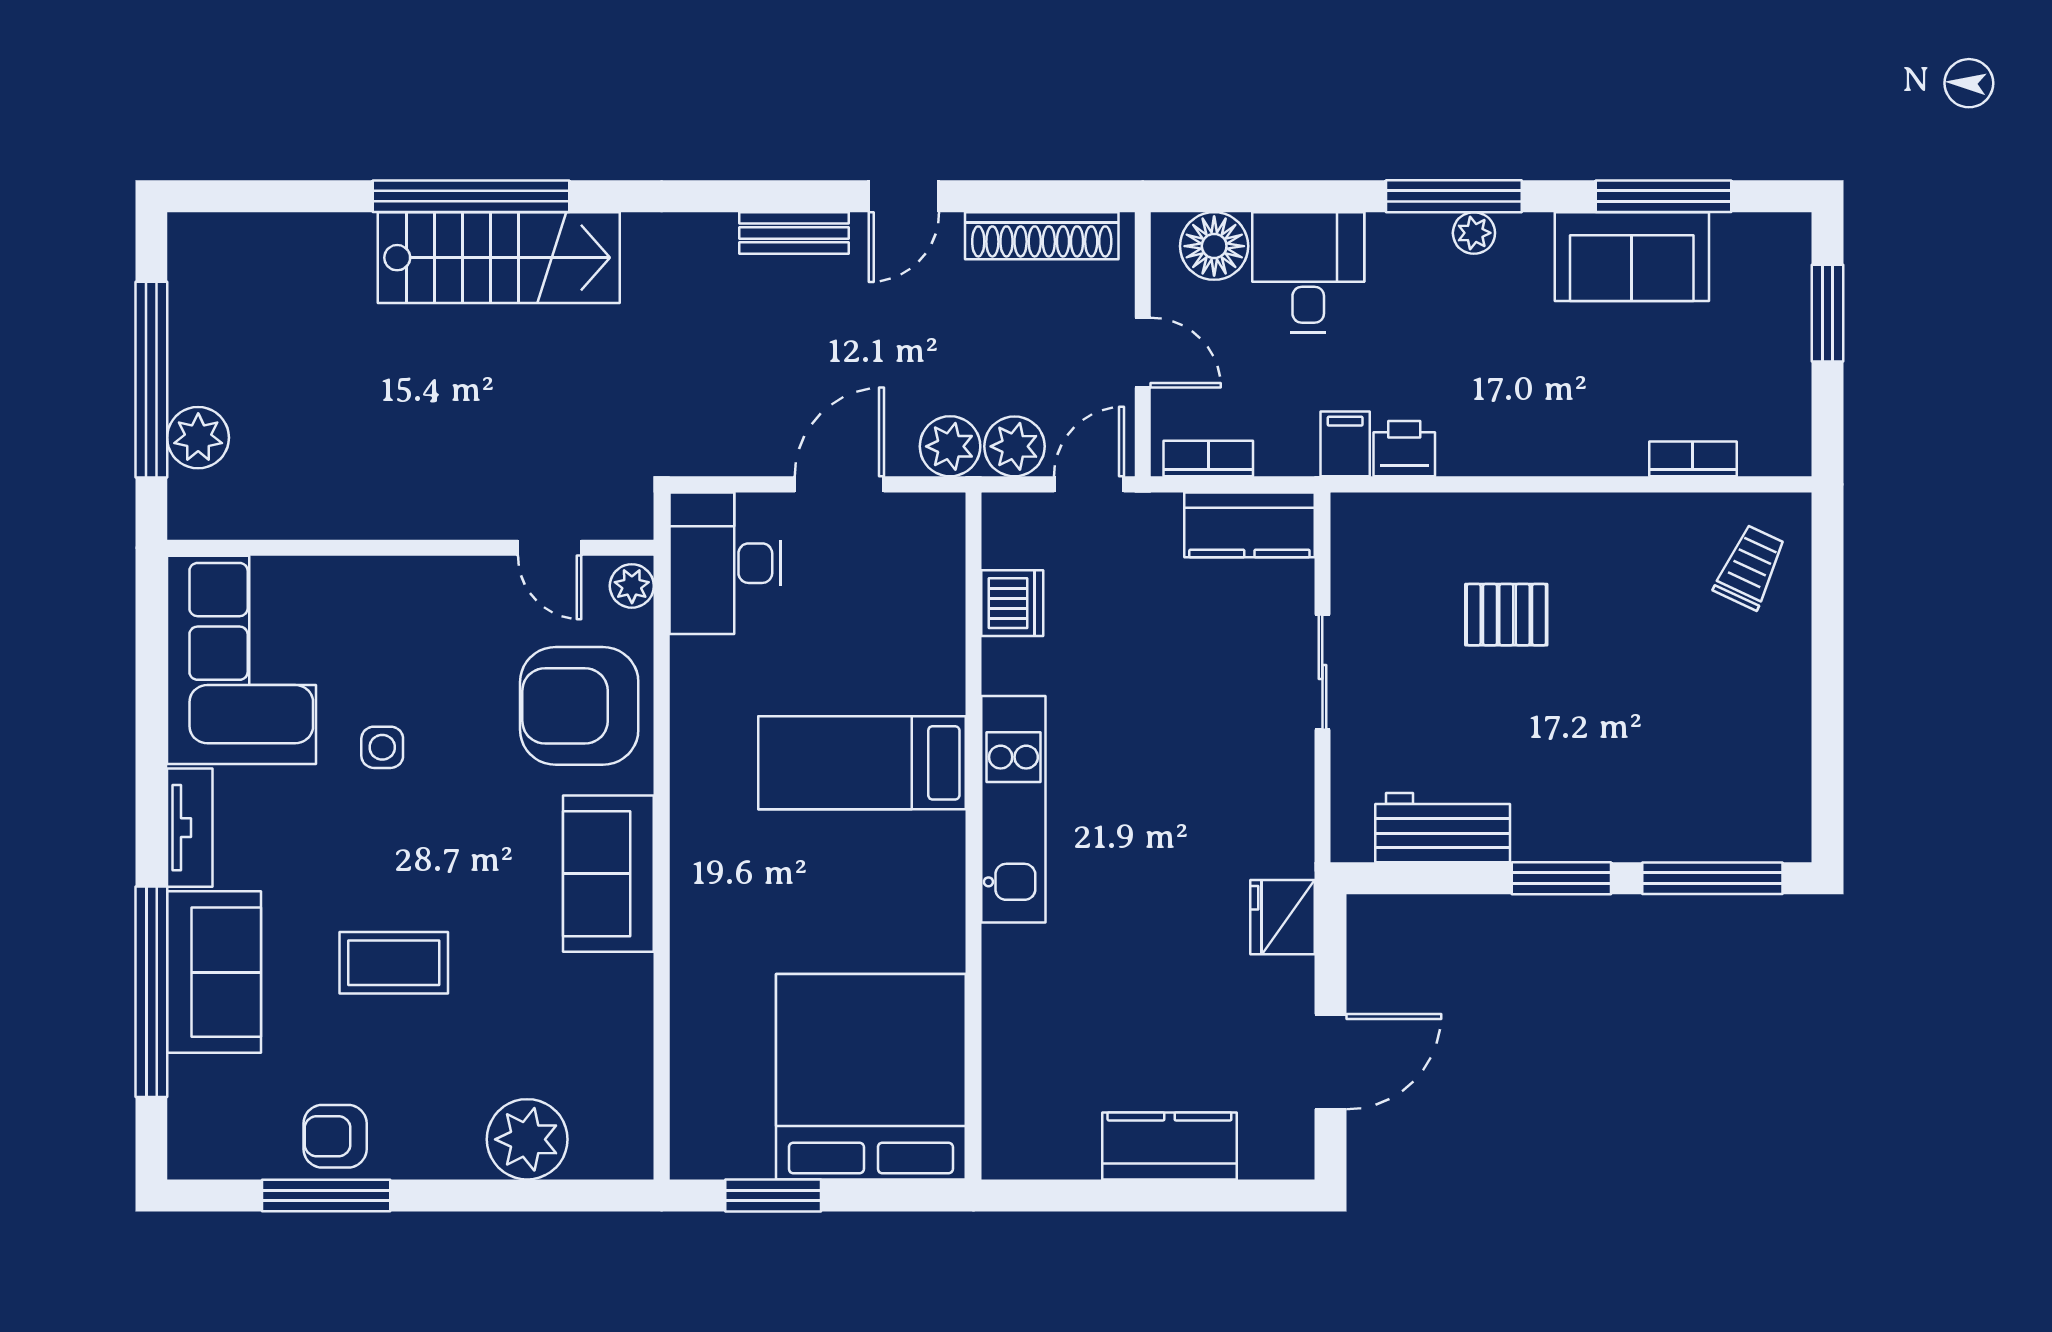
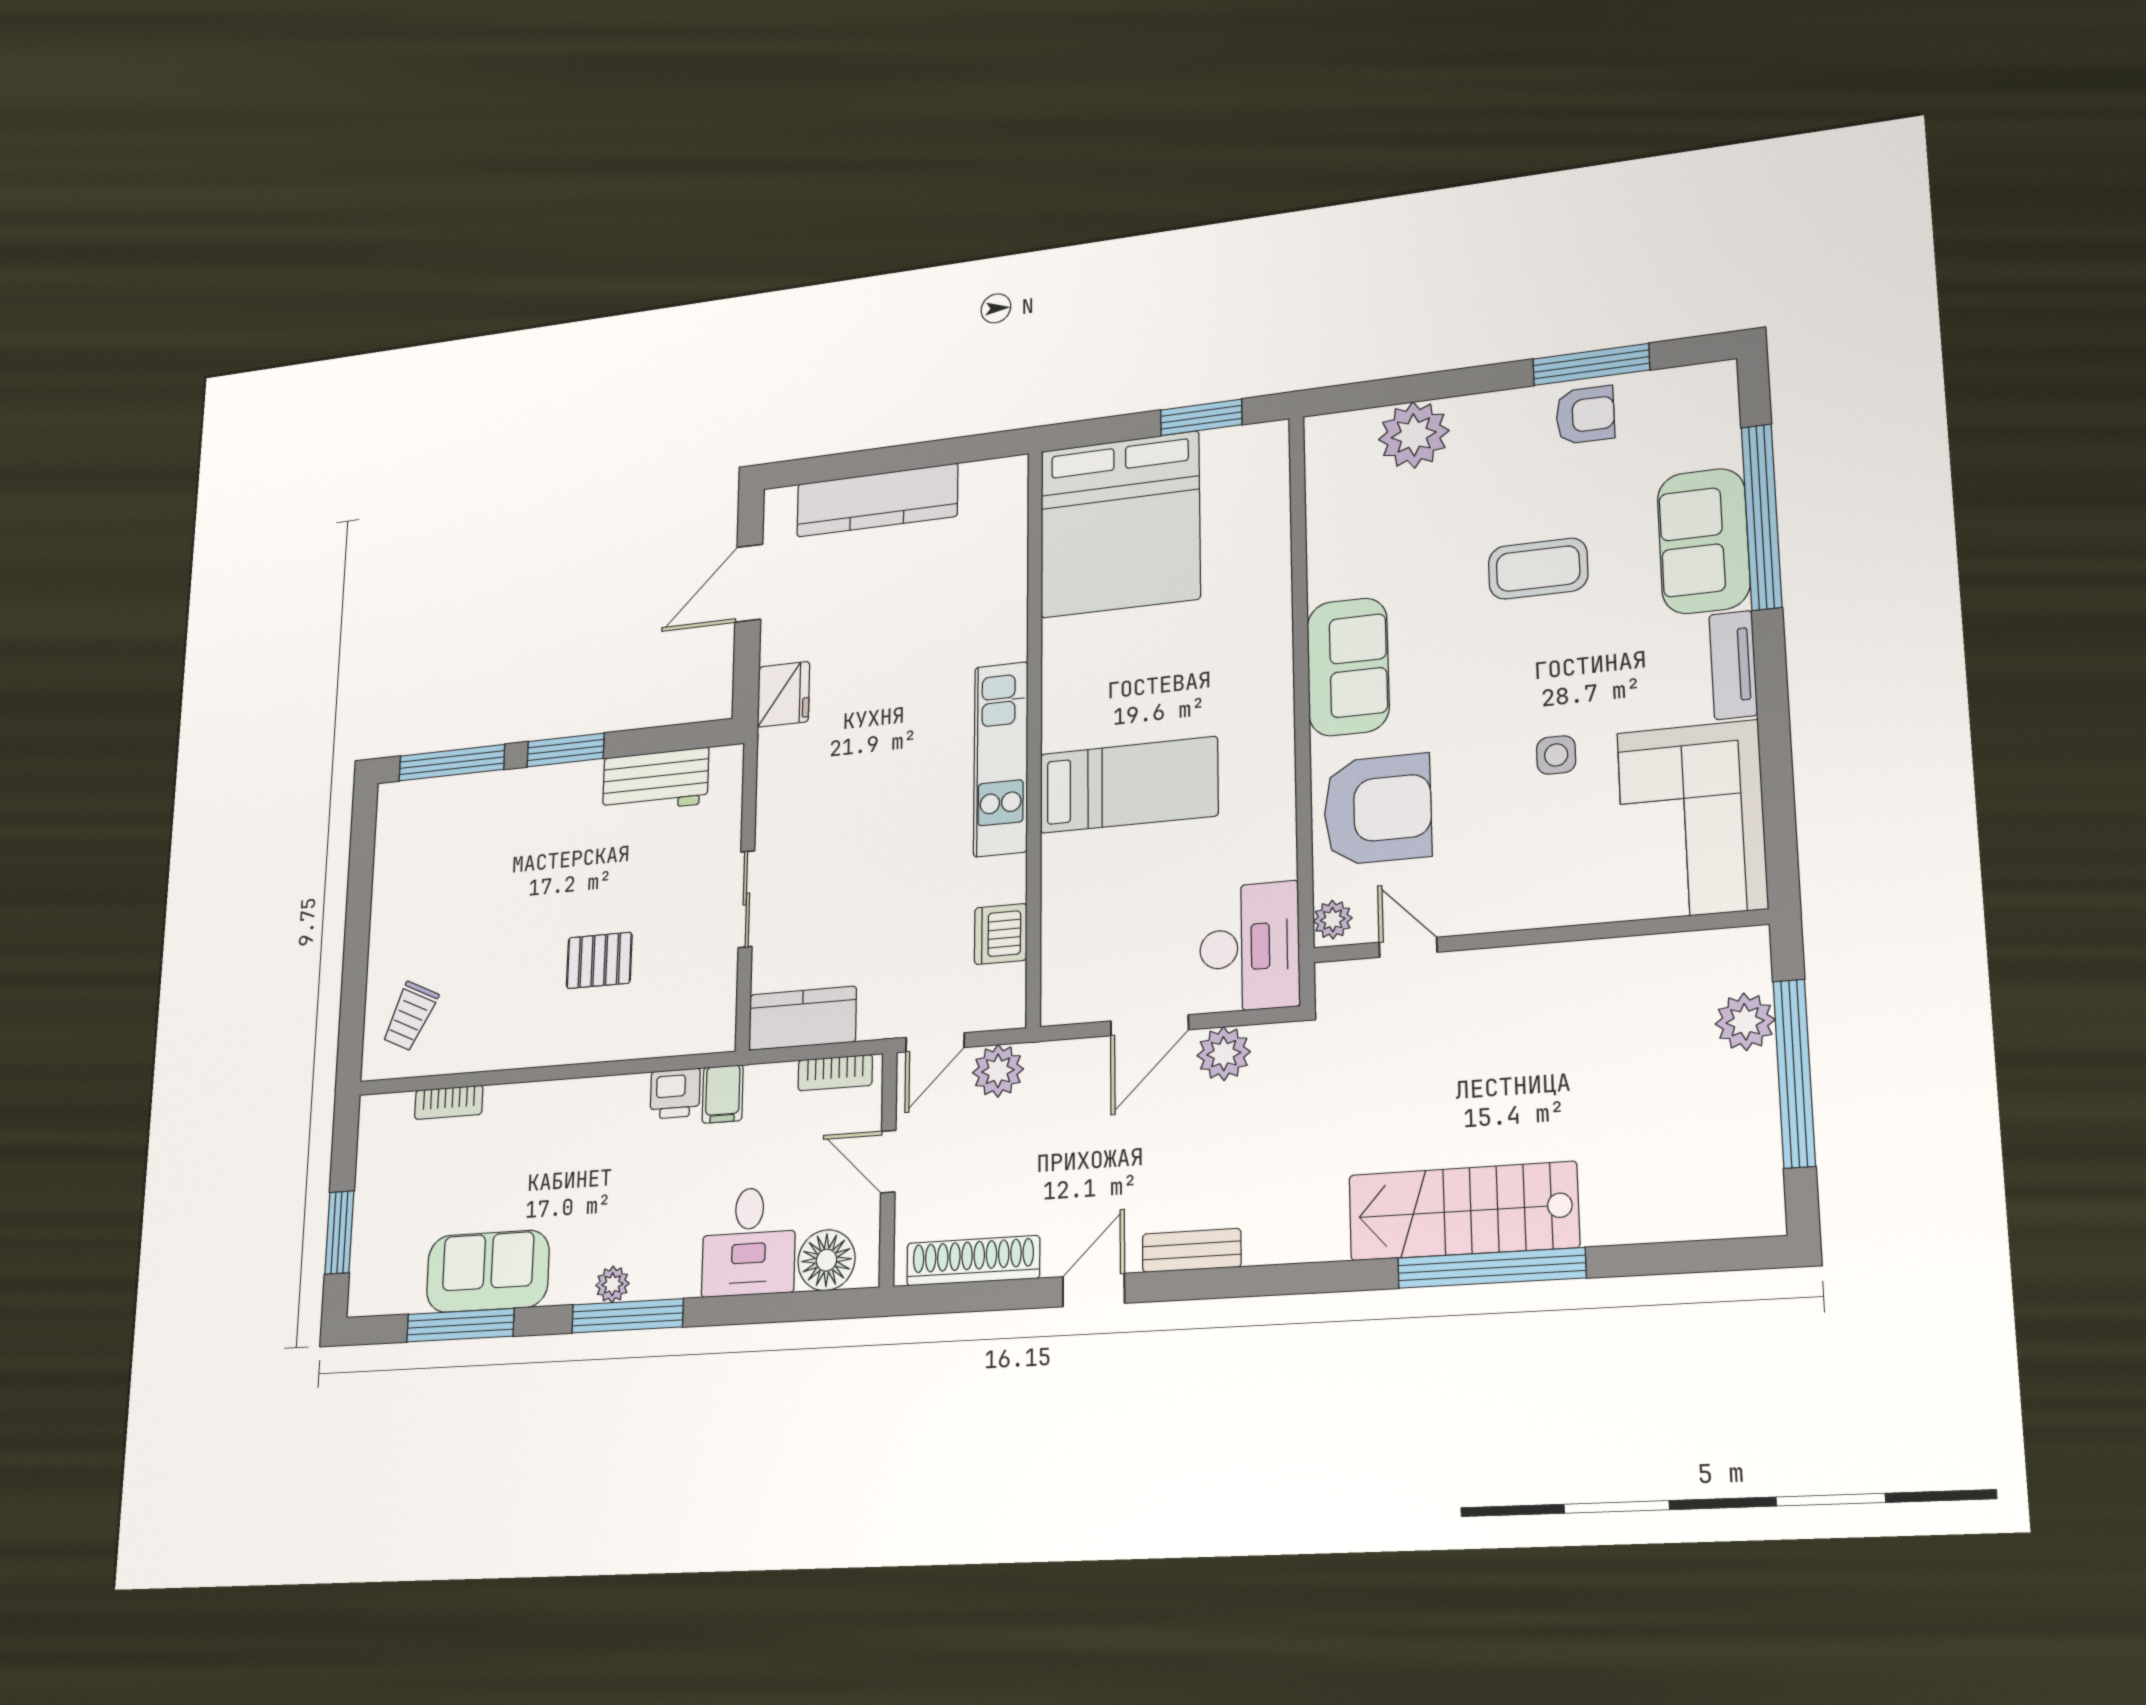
plant: (950, 446) -> (1224, 1054), moved
kitchen counter: (1169, 1146) -> (877, 500), width x1.50

